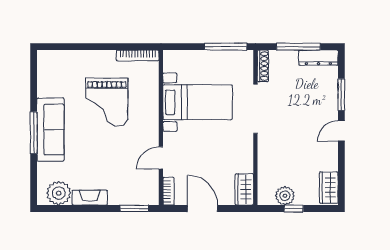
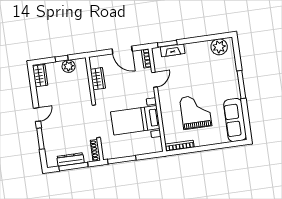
dresser: (318, 58) -> (70, 160), moved
sofa: (50, 130) -> (235, 120), moved
wardrobe: (244, 189) -> (98, 79), moved
fireplace: (90, 198) -> (173, 50), moved

